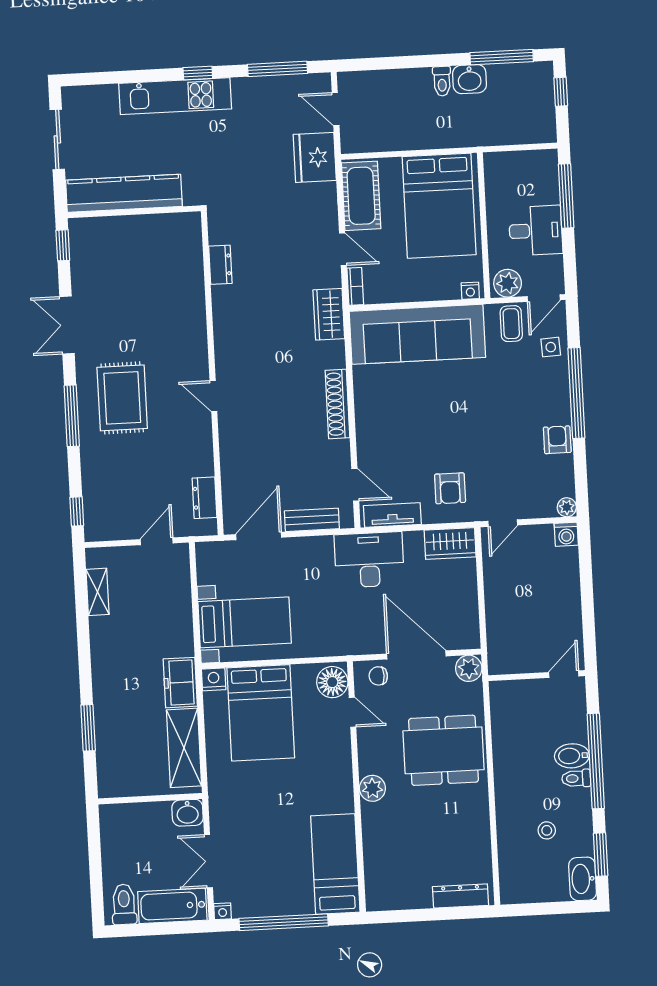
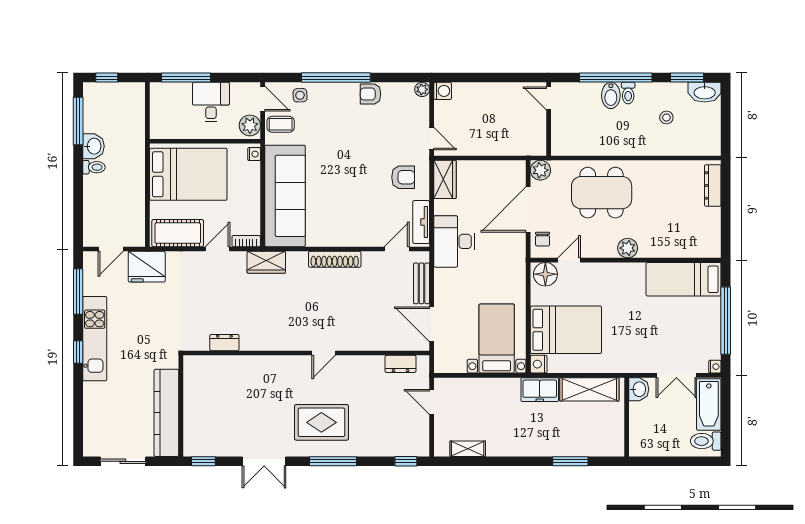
kitchen unit: (175, 96) -> (95, 339), moved
dining table: (443, 750) -> (602, 193), turned 90

